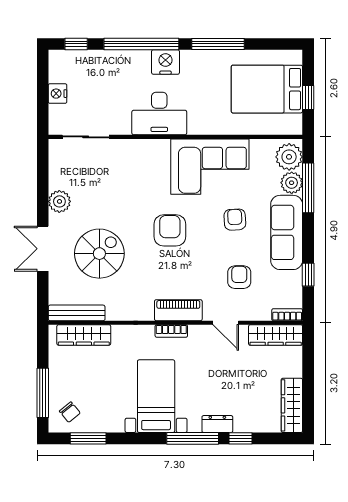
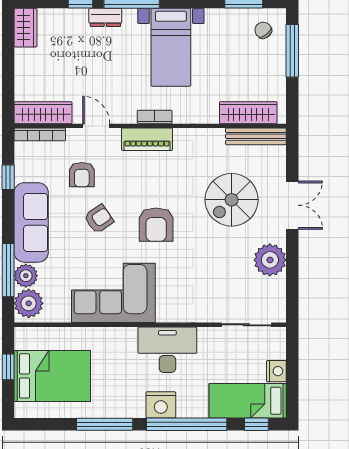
bed: (84, 66) -> (248, 401), added
plant: (59, 201) -> (270, 260), width x1.36, depth x1.36
armchair: (235, 220) -> (99, 219), moved, turned -121
bookcase: (287, 315) -> (40, 134), width x1.56
wardrobe: (292, 405) -> (25, 28), width x0.67

